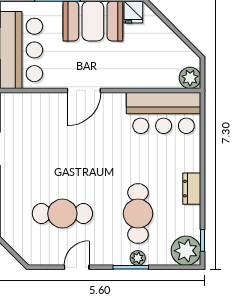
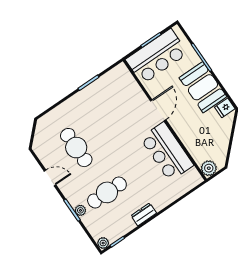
door: (84, 90) -> (158, 110), swing flipped
bar counter: (164, 113) -> (167, 152), moved
plant: (186, 251) -> (103, 243), width x0.53, depth x0.53

